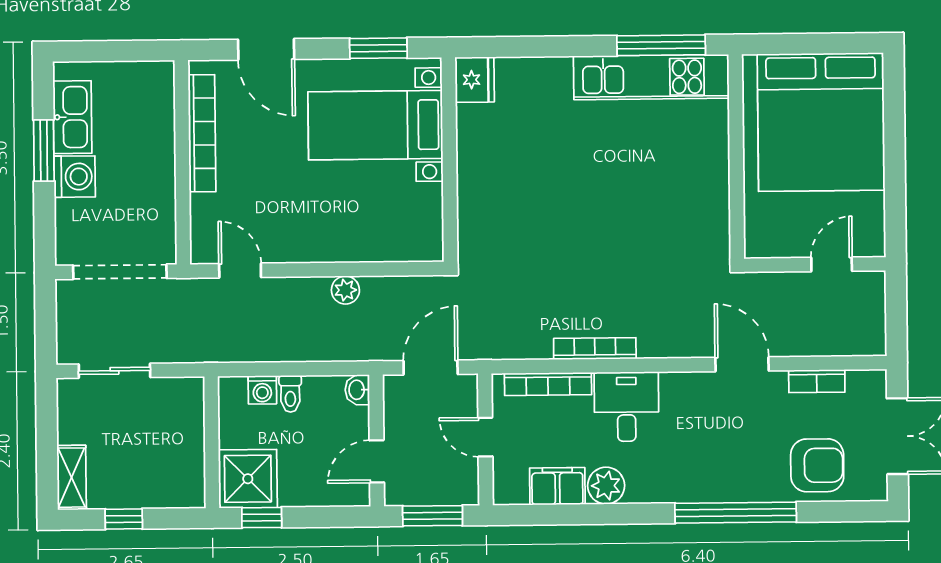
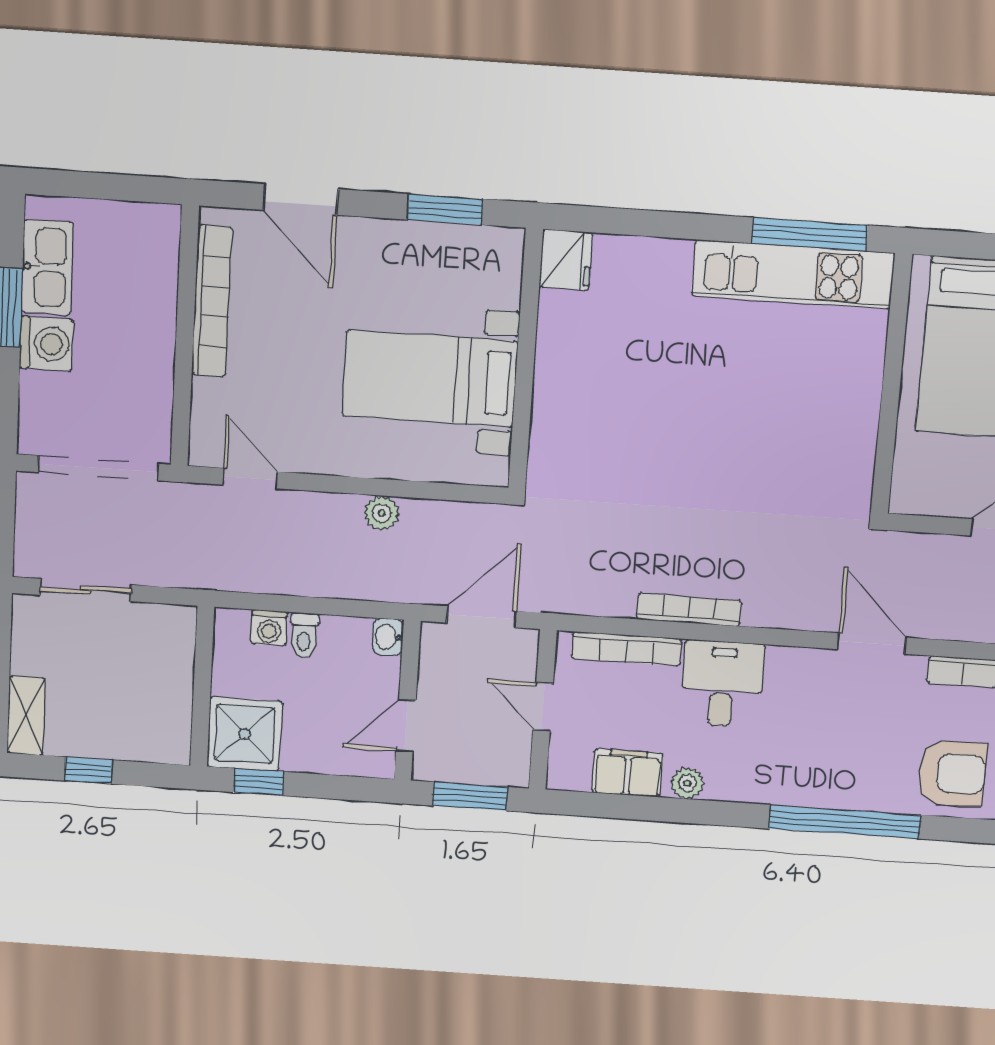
bed with nightstands: (375, 125) -> (430, 379), moved
plant: (606, 486) -> (687, 783), width x0.73, depth x0.73

